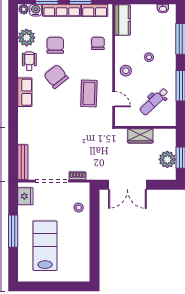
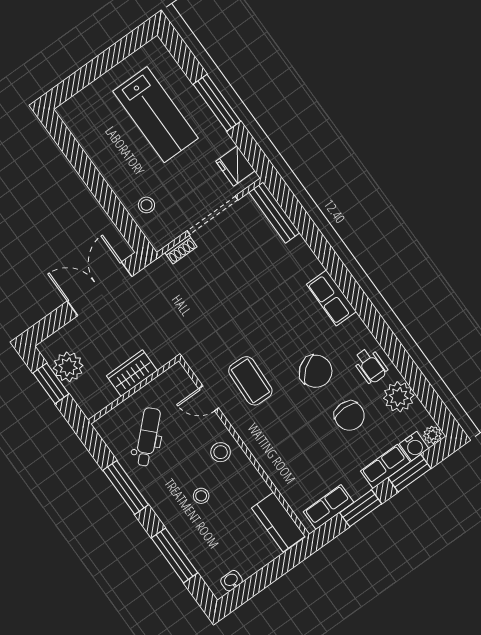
row of seats: (62, 10) -> (385, 466), width x0.68
chair: (98, 43) -> (290, 463), removed
row of seats: (25, 92) -> (331, 298), moved

